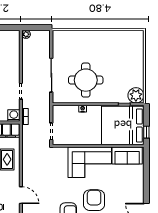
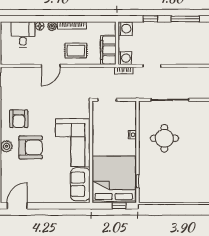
round table: (86, 80) -> (164, 138), width x0.73, depth x0.73
plant: (136, 95) -> (147, 194), removed
window: (146, 132) -> (119, 206), moved
door: (21, 195) -> (51, 66), moved

